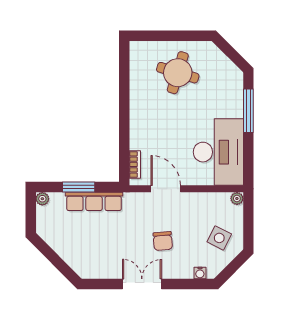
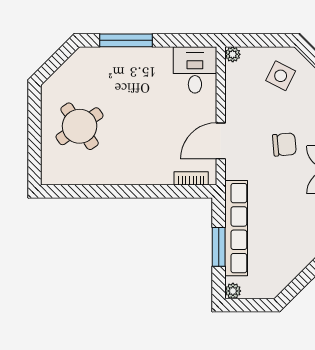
round table: (178, 73) -> (80, 126), turned 38
desk: (218, 152) -> (195, 70), width x0.53, depth x0.77
row of seats: (94, 201) -> (236, 228), width x1.36

